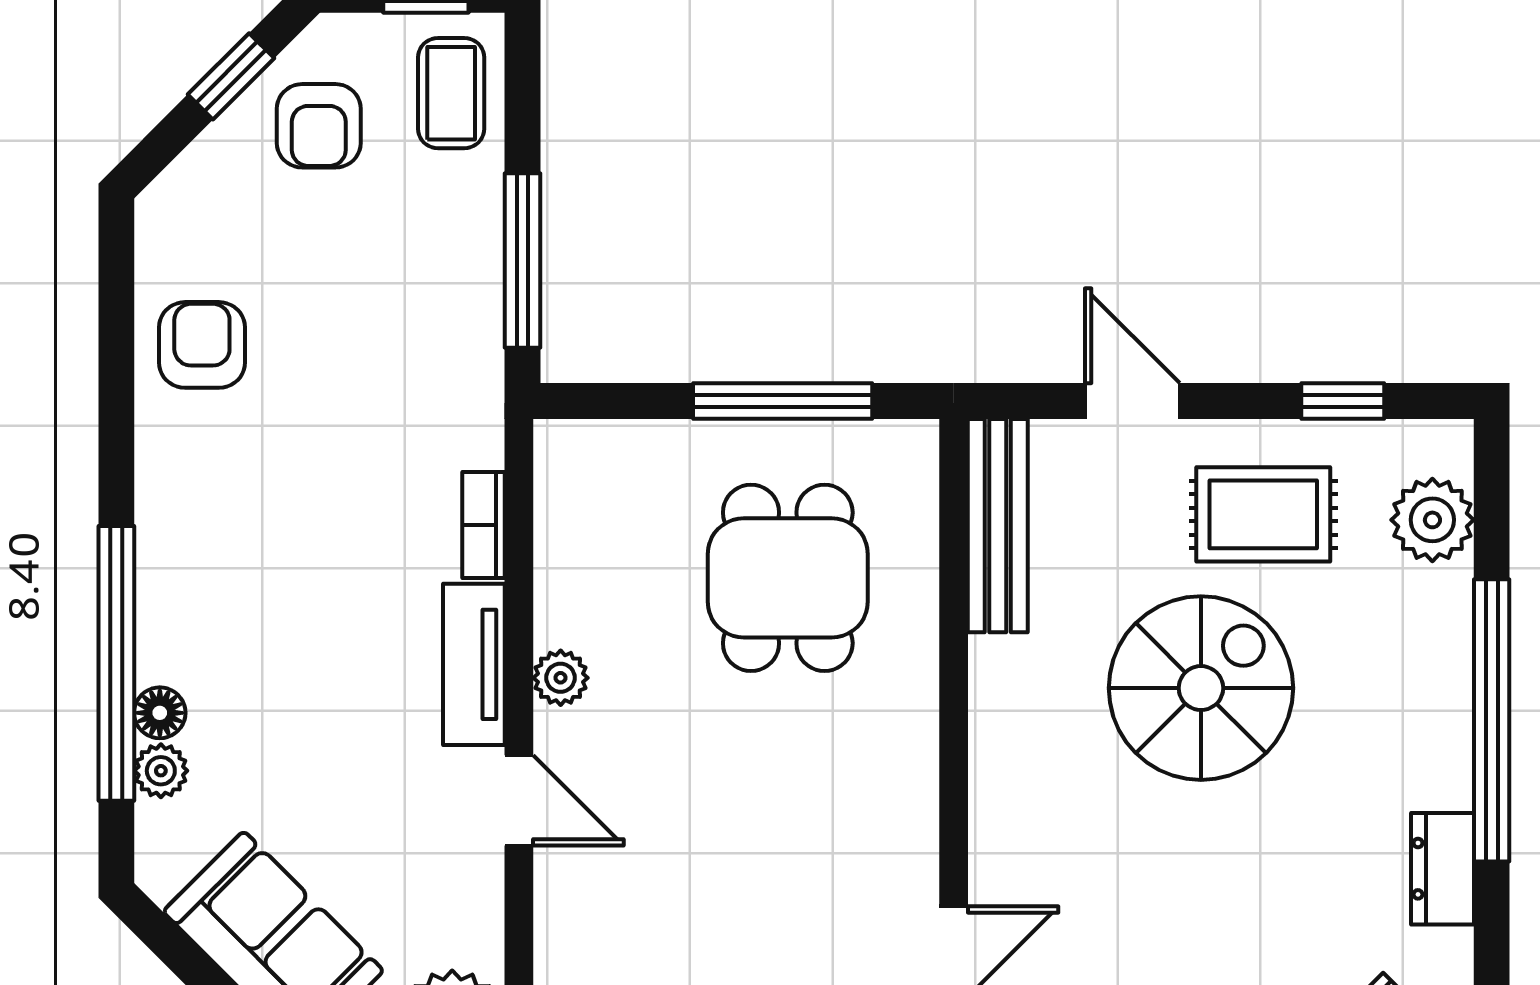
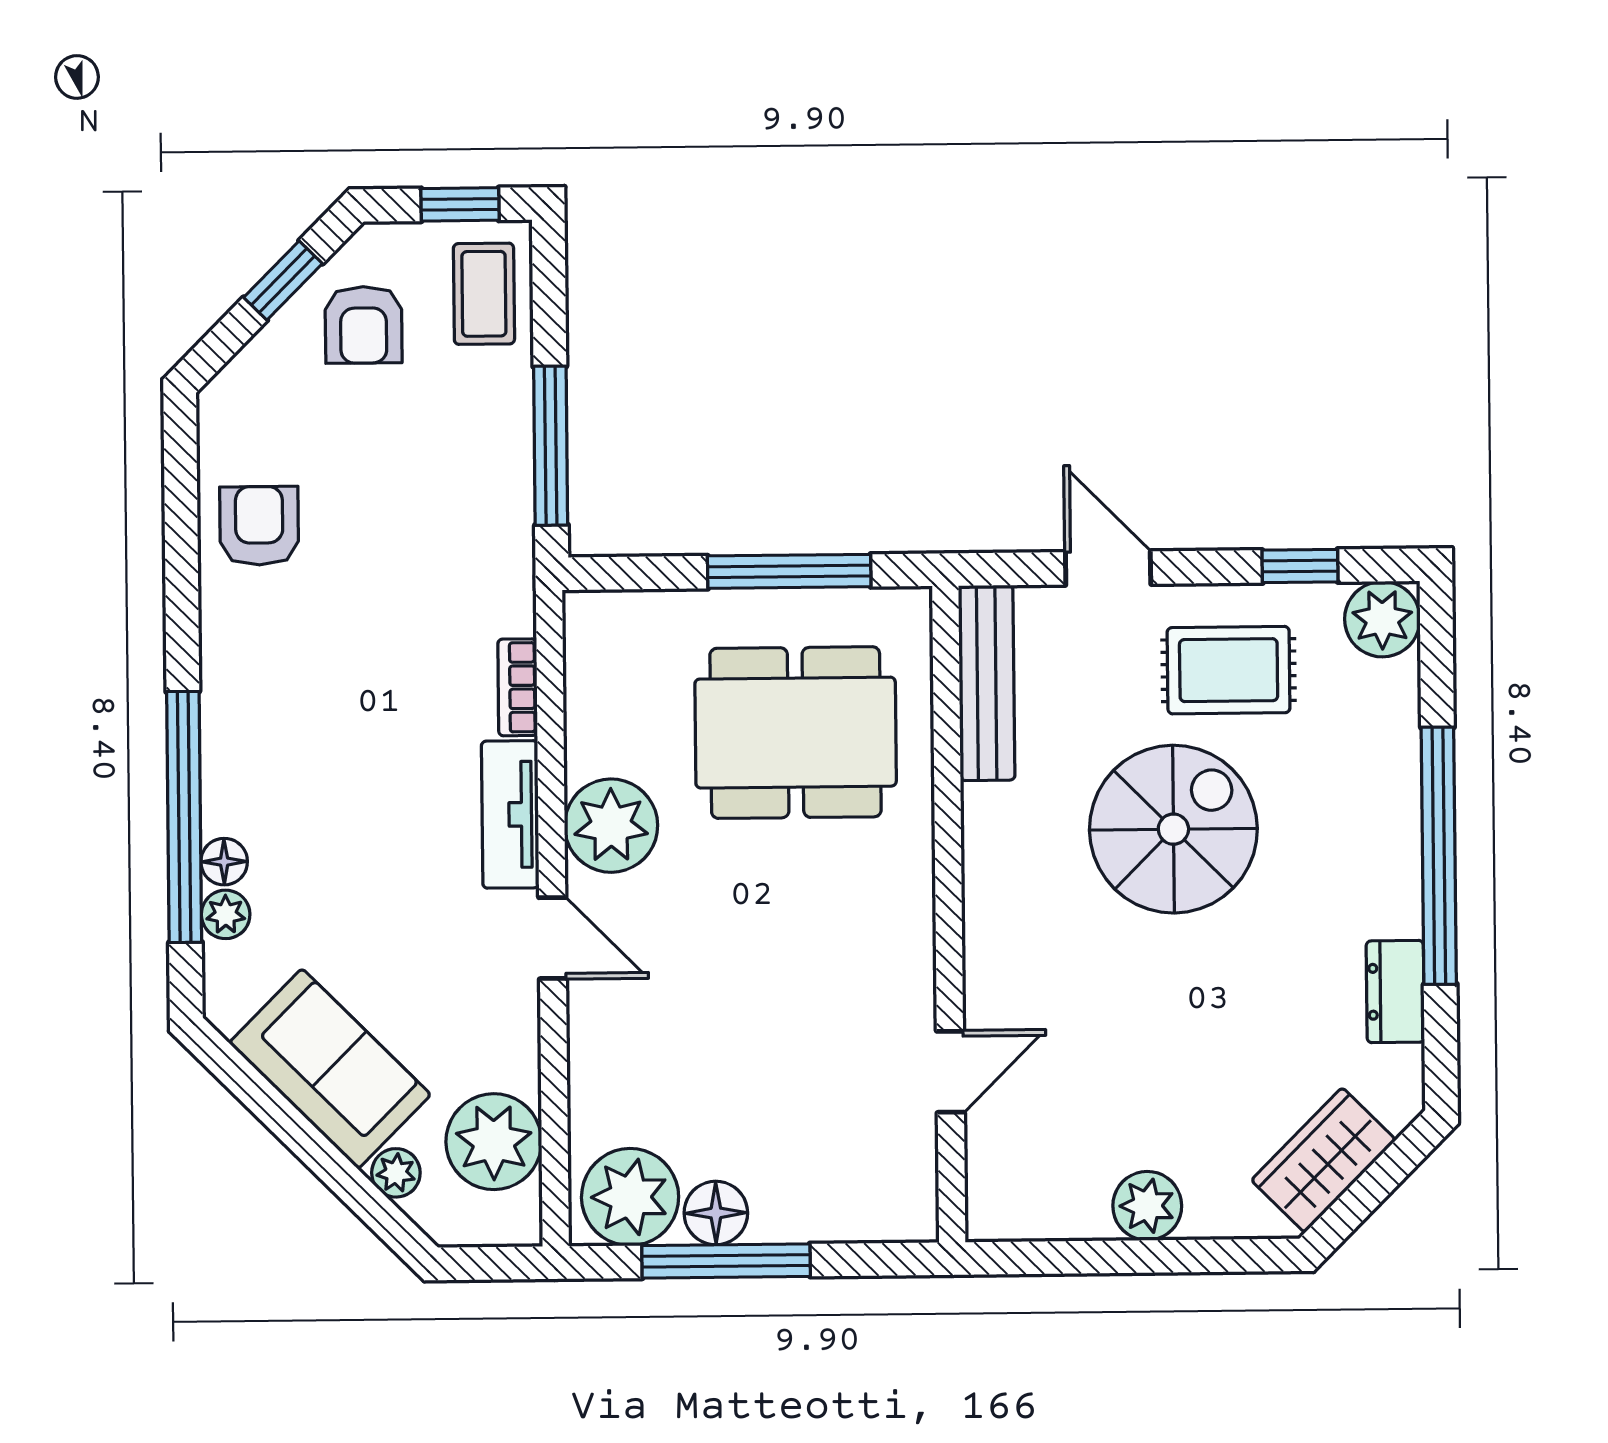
plant: (1432, 520) -> (1382, 619), moved
dining table: (788, 578) -> (796, 733), width x1.37
plant: (561, 678) -> (611, 826), width x1.87, depth x1.87

